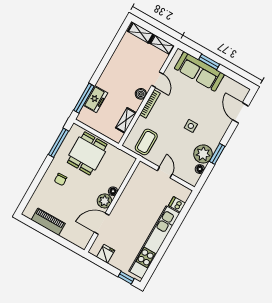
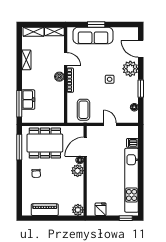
shelving: (126, 120) -> (26, 60), moved
dining table: (87, 153) -> (45, 143), width x1.38
plant: (203, 154) -> (130, 69), moved
door: (102, 224) -> (85, 147), moved
plant: (82, 241) -> (78, 210), added

